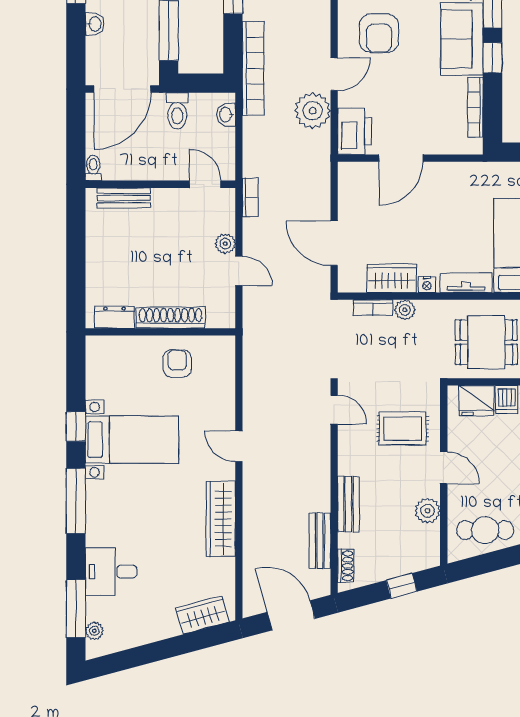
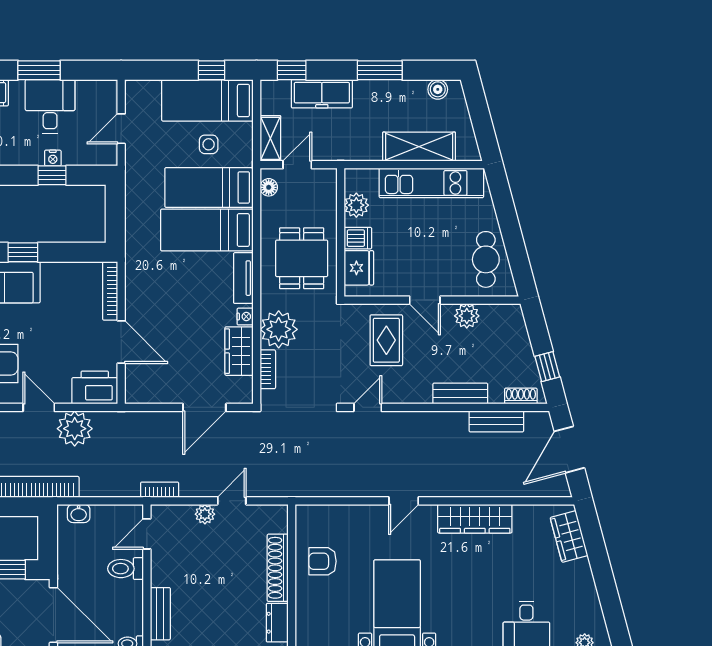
bookcase: (475, 107) -> (110, 291), moved, turned 90
toilet: (177, 111) -> (125, 569), moved, turned 180
plant: (405, 310) -> (279, 329), width x1.88, depth x1.88
door: (444, 468) -> (425, 300), swing flipped
window: (402, 586) -> (547, 367), moved

